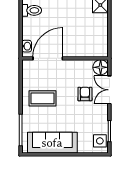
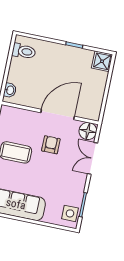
door: (48, 58) -> (58, 114), moved
armchair: (85, 94) -> (51, 145), moved

